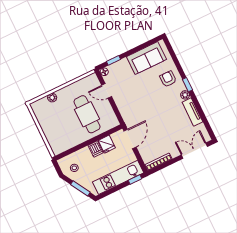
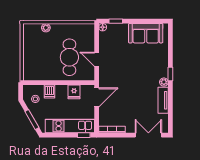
armchair: (168, 79) -> (156, 61), removed
door: (107, 91) -> (97, 59), moved
dishwasher: (96, 149) -> (49, 91), moved

